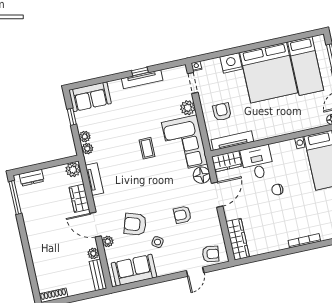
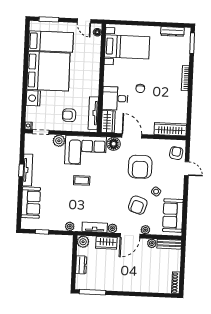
sofa: (90, 97) -> (31, 203), moved
plant: (85, 137) -> (112, 228), moved
dresser: (32, 178) -> (81, 265), moved
armchair: (182, 215) -> (140, 167), width x1.88, depth x1.88

